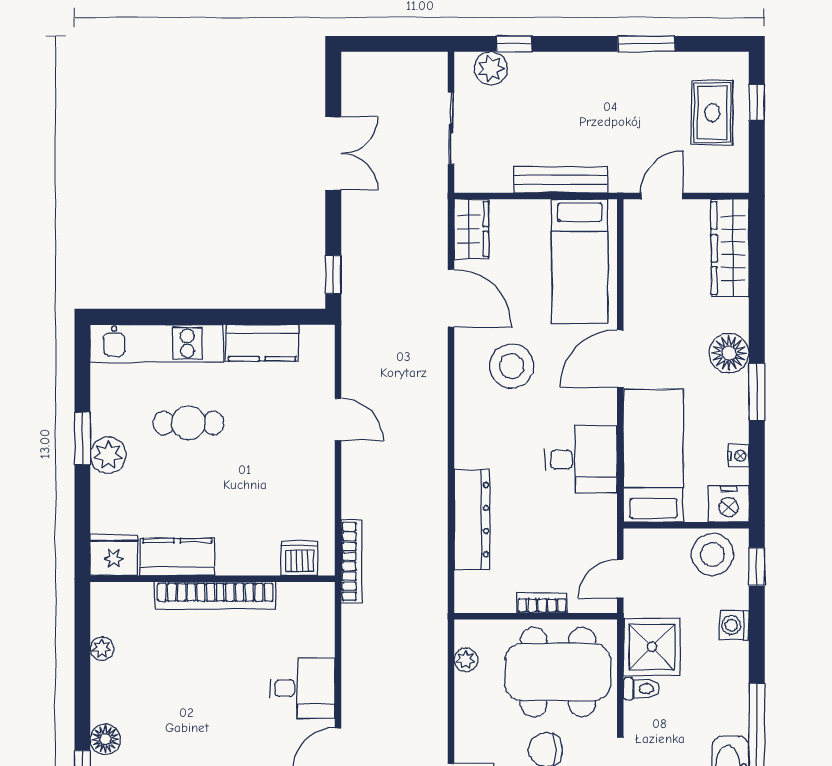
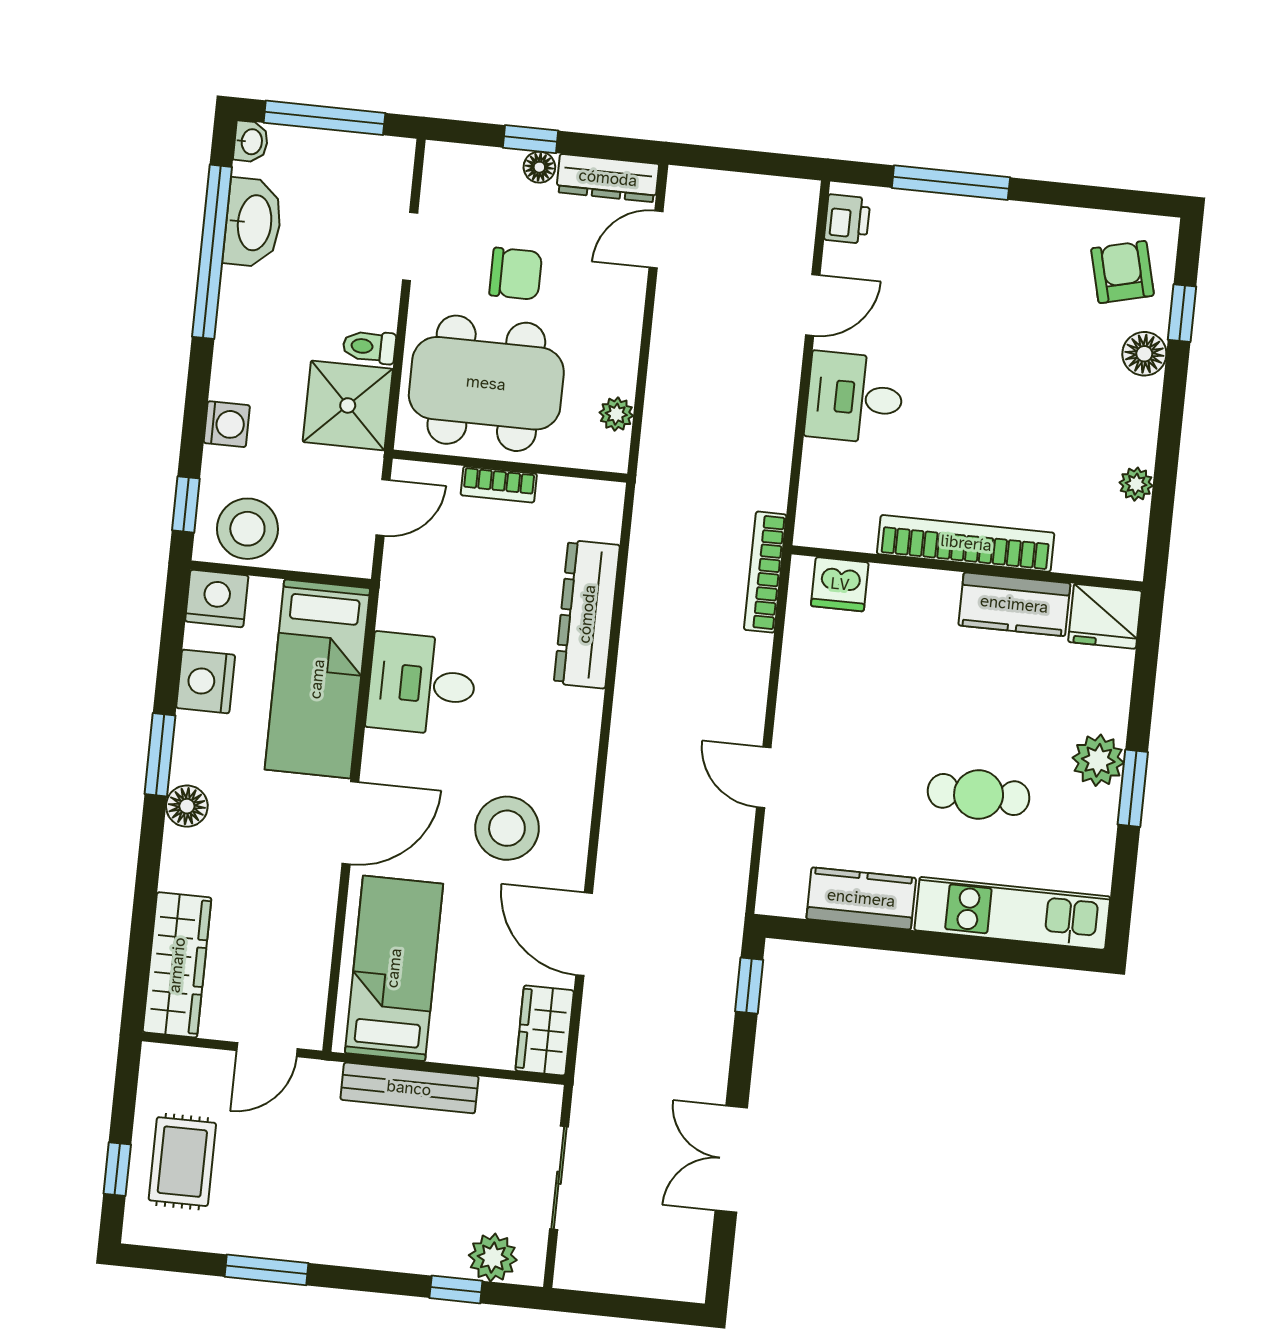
floor lamp: (729, 353) -> (187, 806), width x0.73, depth x0.73
nightstand: (739, 456) -> (206, 681), width x1.89, depth x1.79

